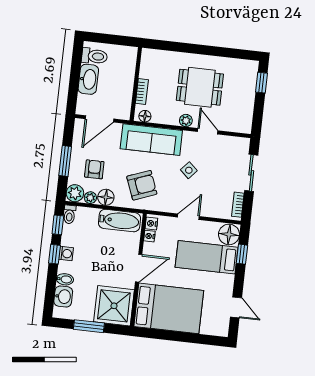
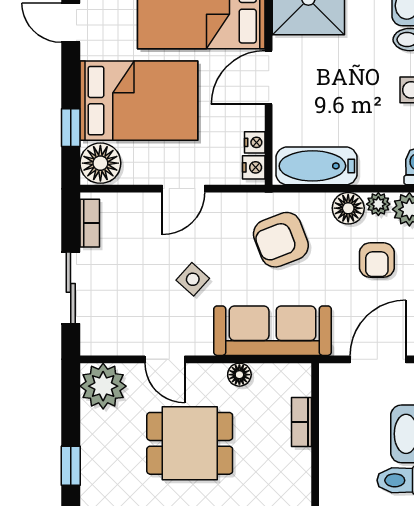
floor lamp: (145, 116) -> (239, 375), moved
plant: (186, 121) -> (103, 386), moved, width x1.88, depth x1.88
bed: (207, 257) -> (139, 101), width x1.50

